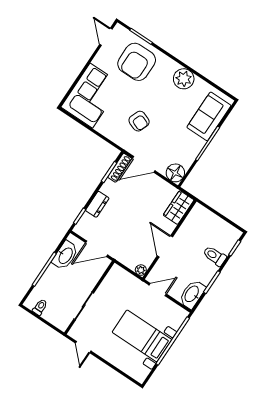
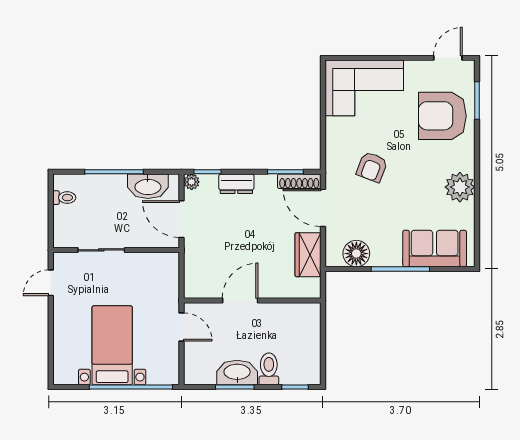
floor lamp: (175, 173) -> (356, 254), moved
wardrobe: (179, 208) -> (308, 255), moved, turned -90
plant: (141, 270) -> (192, 182), moved
washbasin: (192, 294) -> (237, 373), moved

